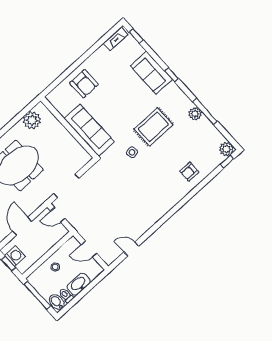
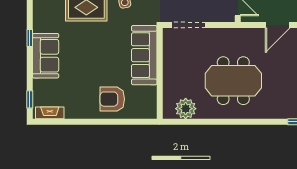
armchair: (84, 84) -> (112, 99), turned -90
doorway: (66, 186) -> (189, 25), moved

